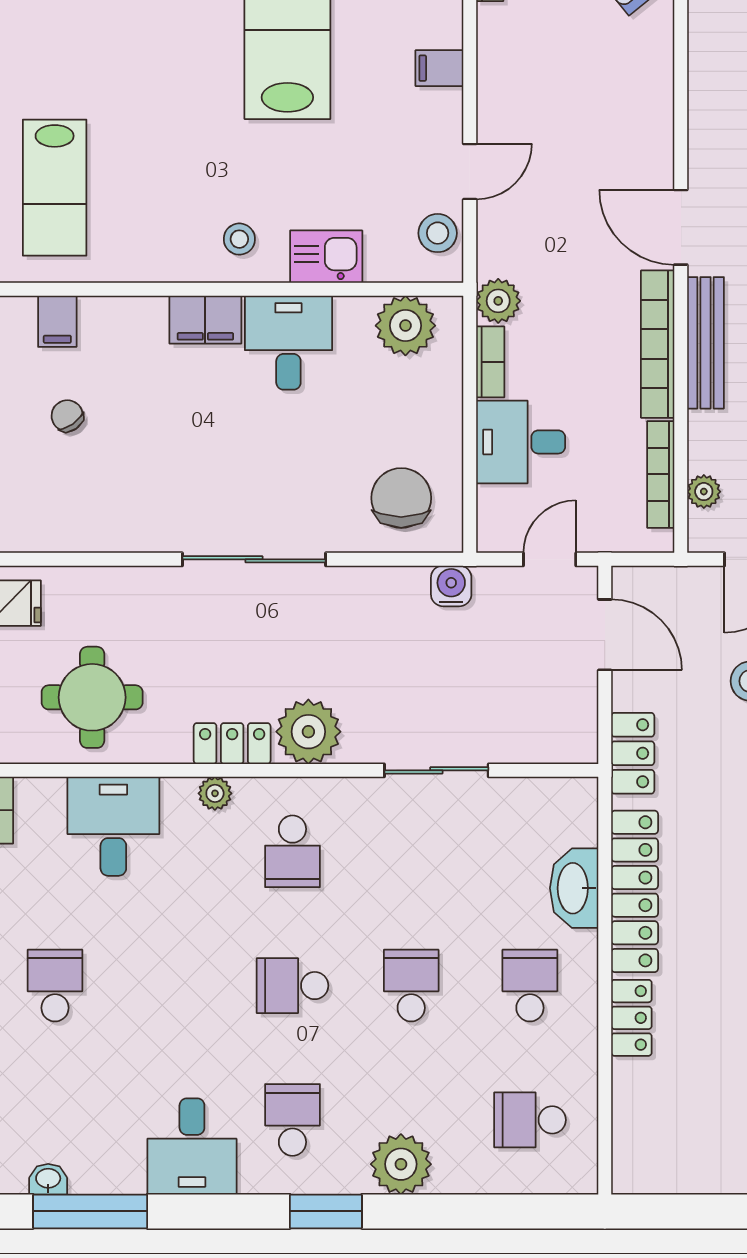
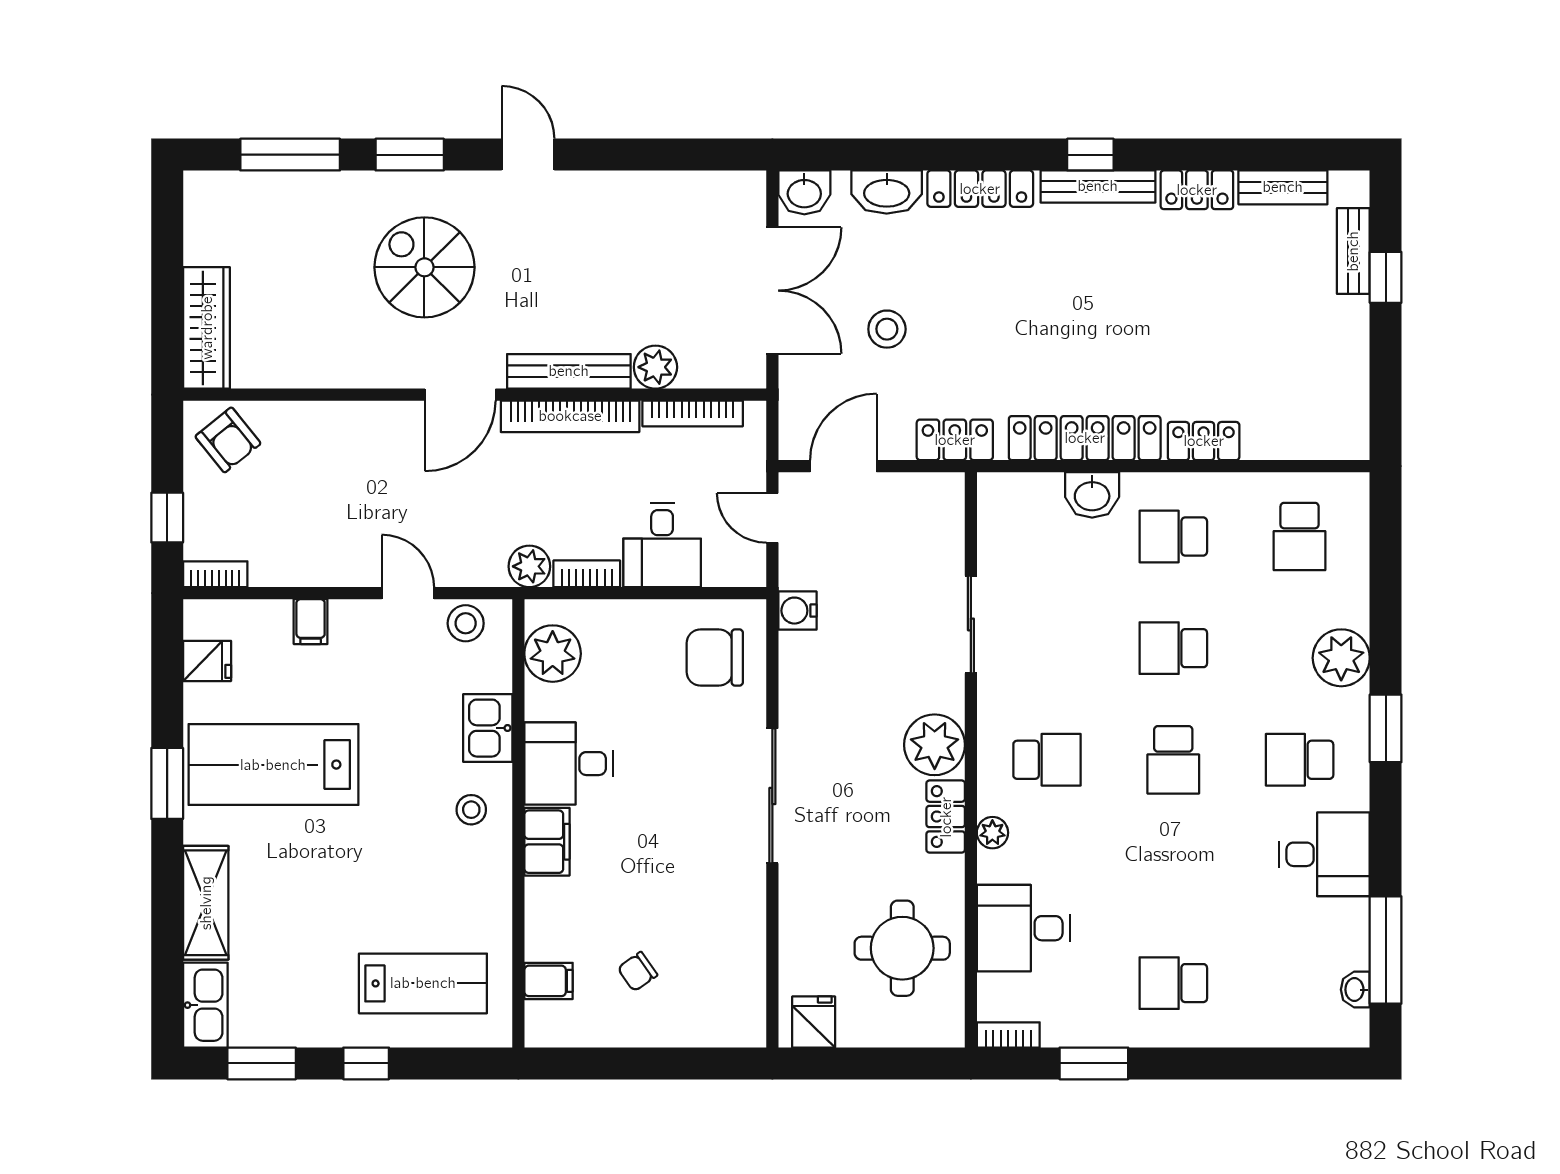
plant: (704, 492) -> (655, 367), moved, width x1.38, depth x1.38
washbasin: (574, 888) -> (1092, 495), width x0.72

